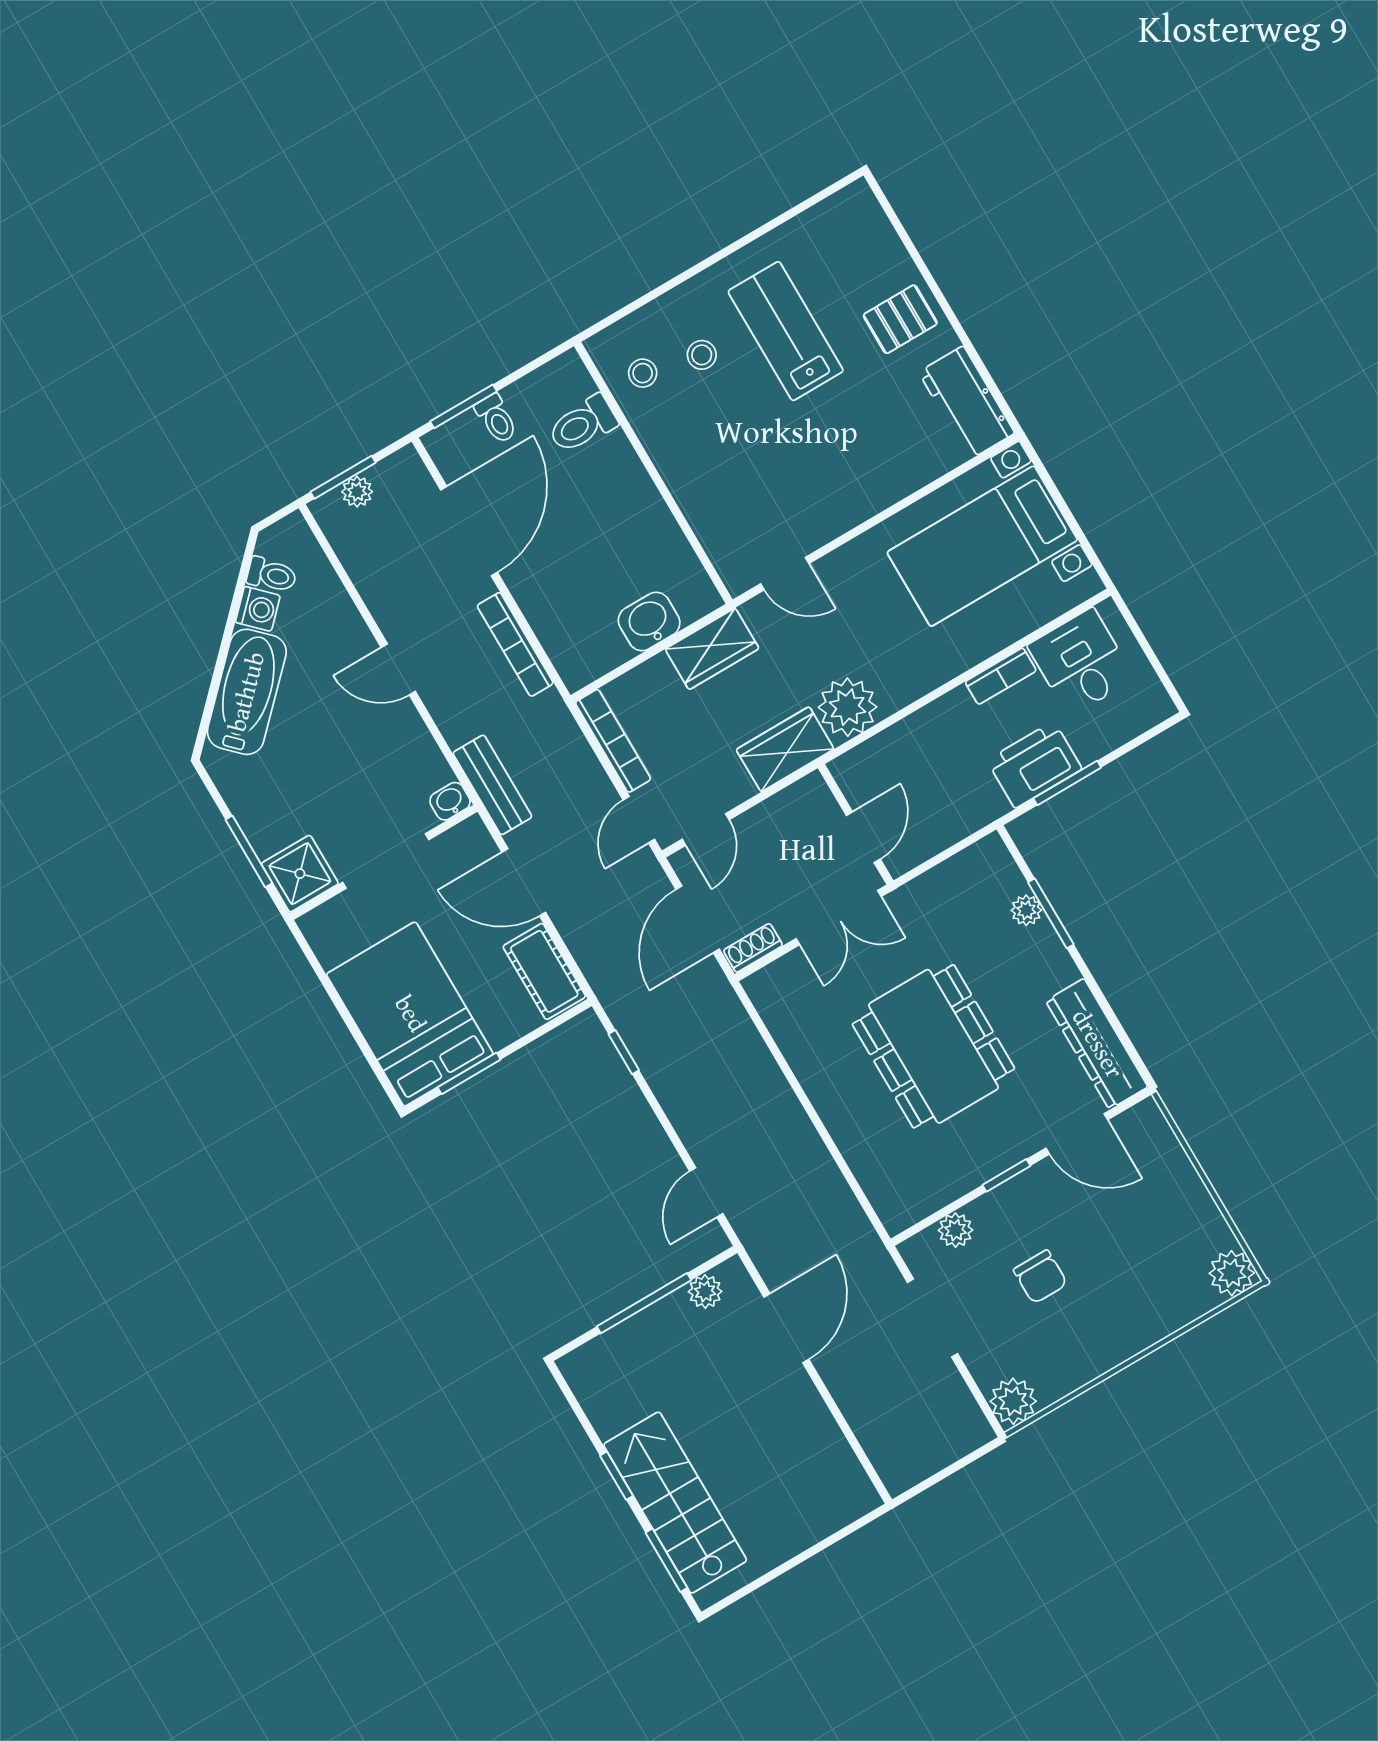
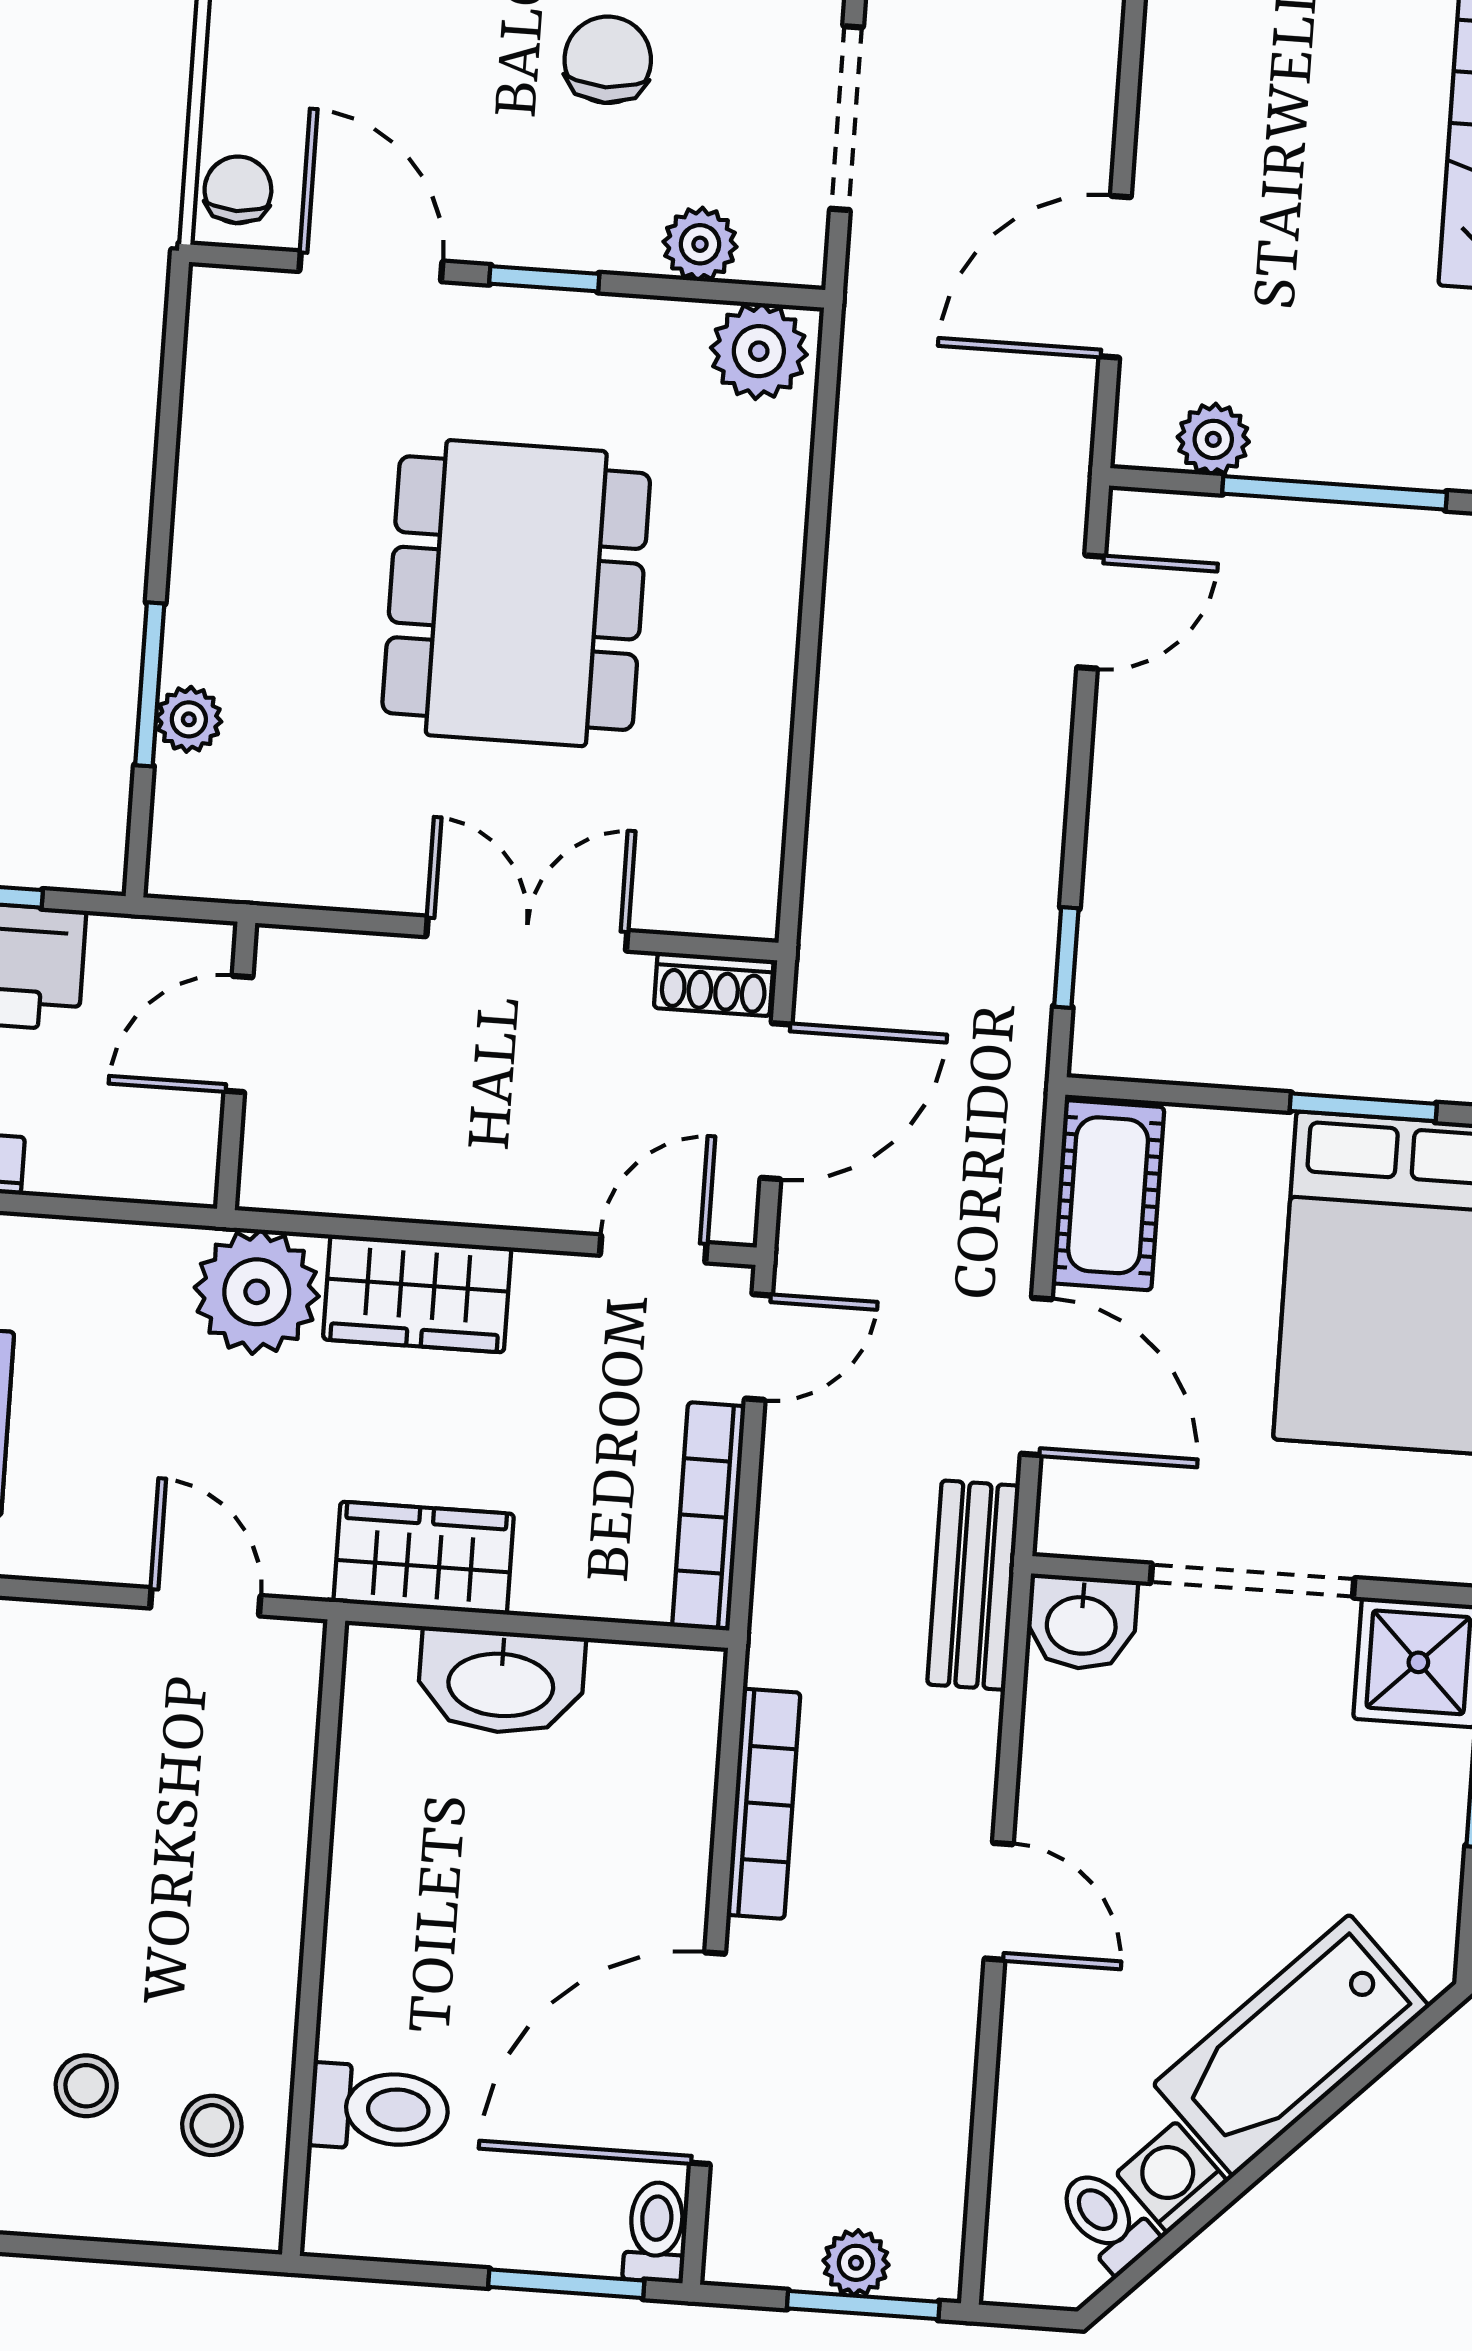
toilet: (496, 419) -> (656, 2232), moved
washbasin: (649, 622) -> (501, 1682), width x1.38
washbasin: (450, 801) -> (1081, 1623), width x1.38, depth x1.45
wall: (856, 824) -> (236, 1066), moved
door: (863, 837) -> (238, 1034), moved
dresser: (1097, 1044) -> (227, 400), removed
chair: (1149, 1128) -> (238, 190), added
plant: (904, 1205) -> (759, 351), added

